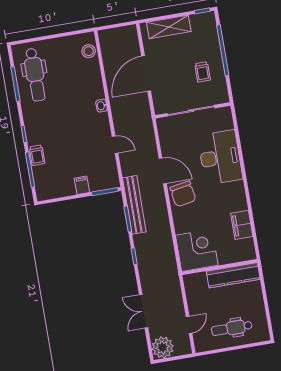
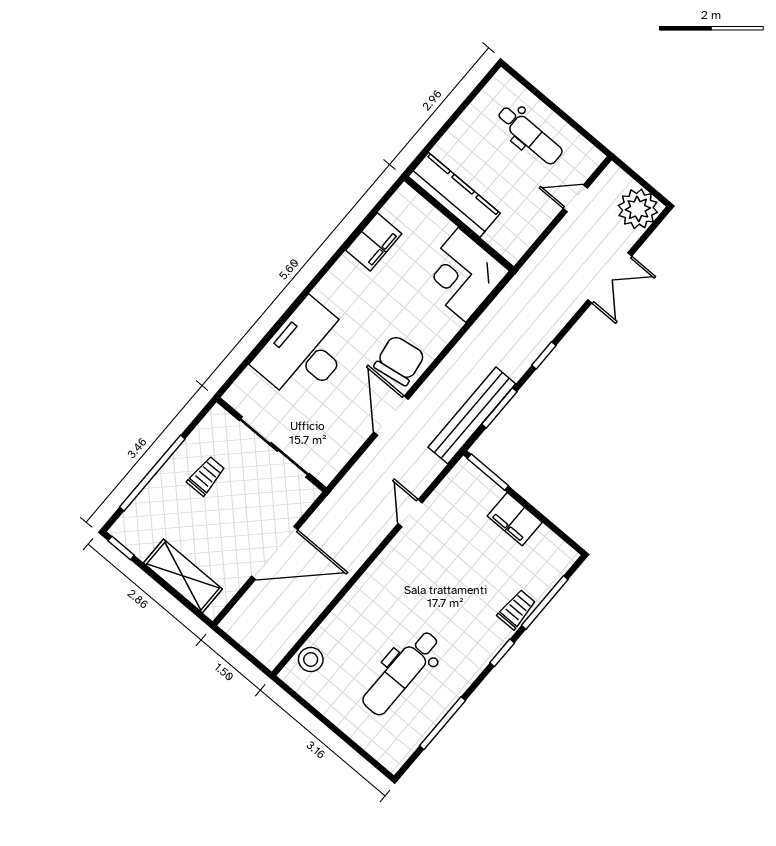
dental chair: (35, 75) -> (401, 673), moved, turned 180
washbasin: (102, 106) -> (372, 578), removed
filing cabinet: (82, 185) -> (515, 519), width x2.00

